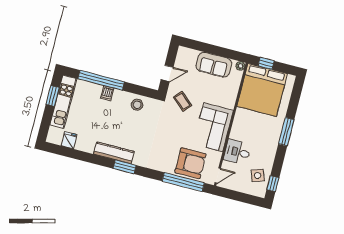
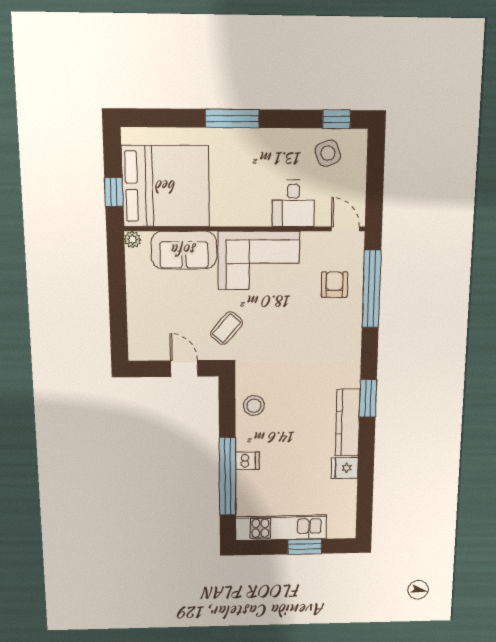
sofa: (214, 65) -> (184, 250), moved, turned 90
window: (53, 96) -> (305, 547), moved
fridge: (69, 140) -> (345, 468), moved
armchair: (190, 163) -> (334, 285), width x0.53, depth x0.53

